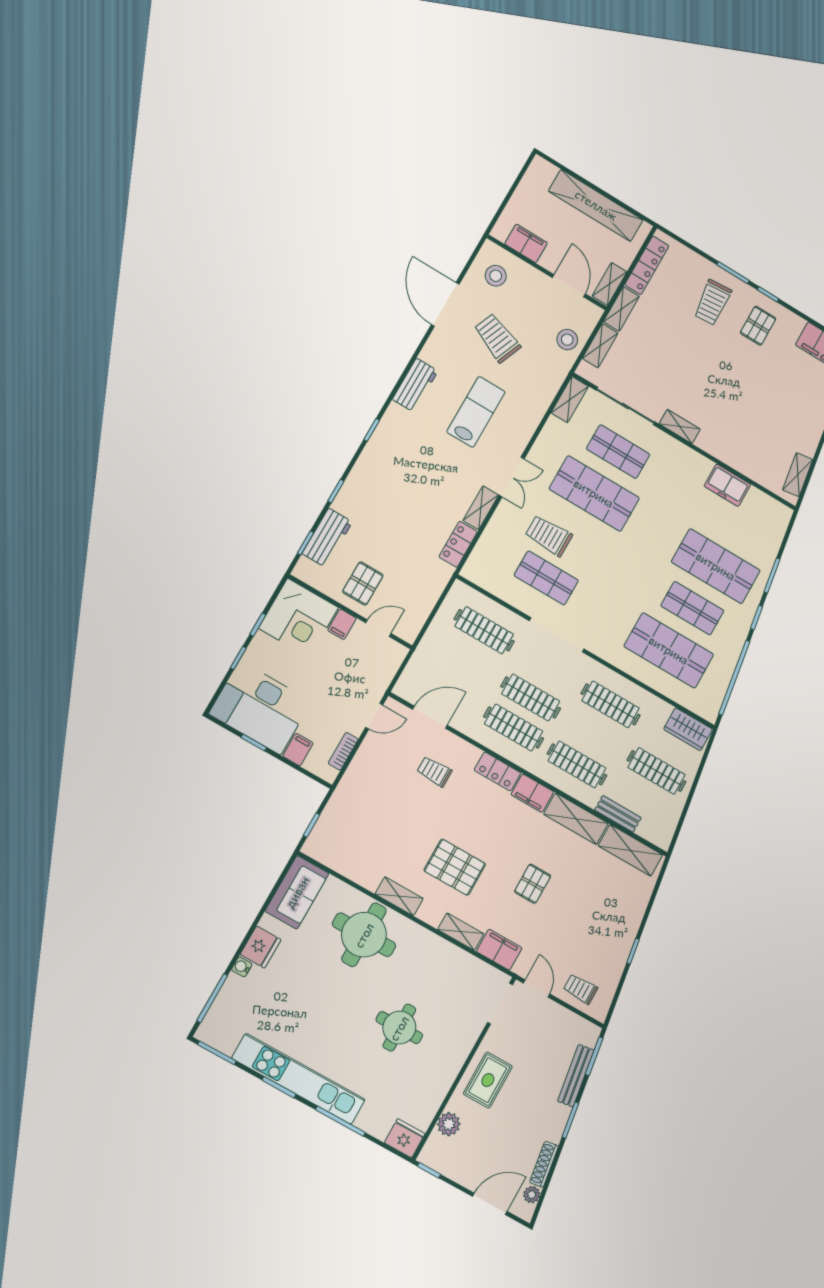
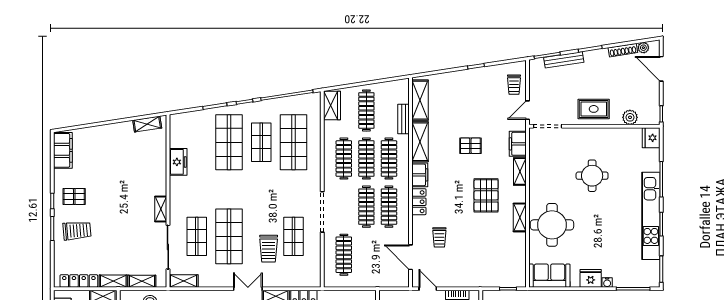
clothes rail: (594, 734) -> (366, 159), added

